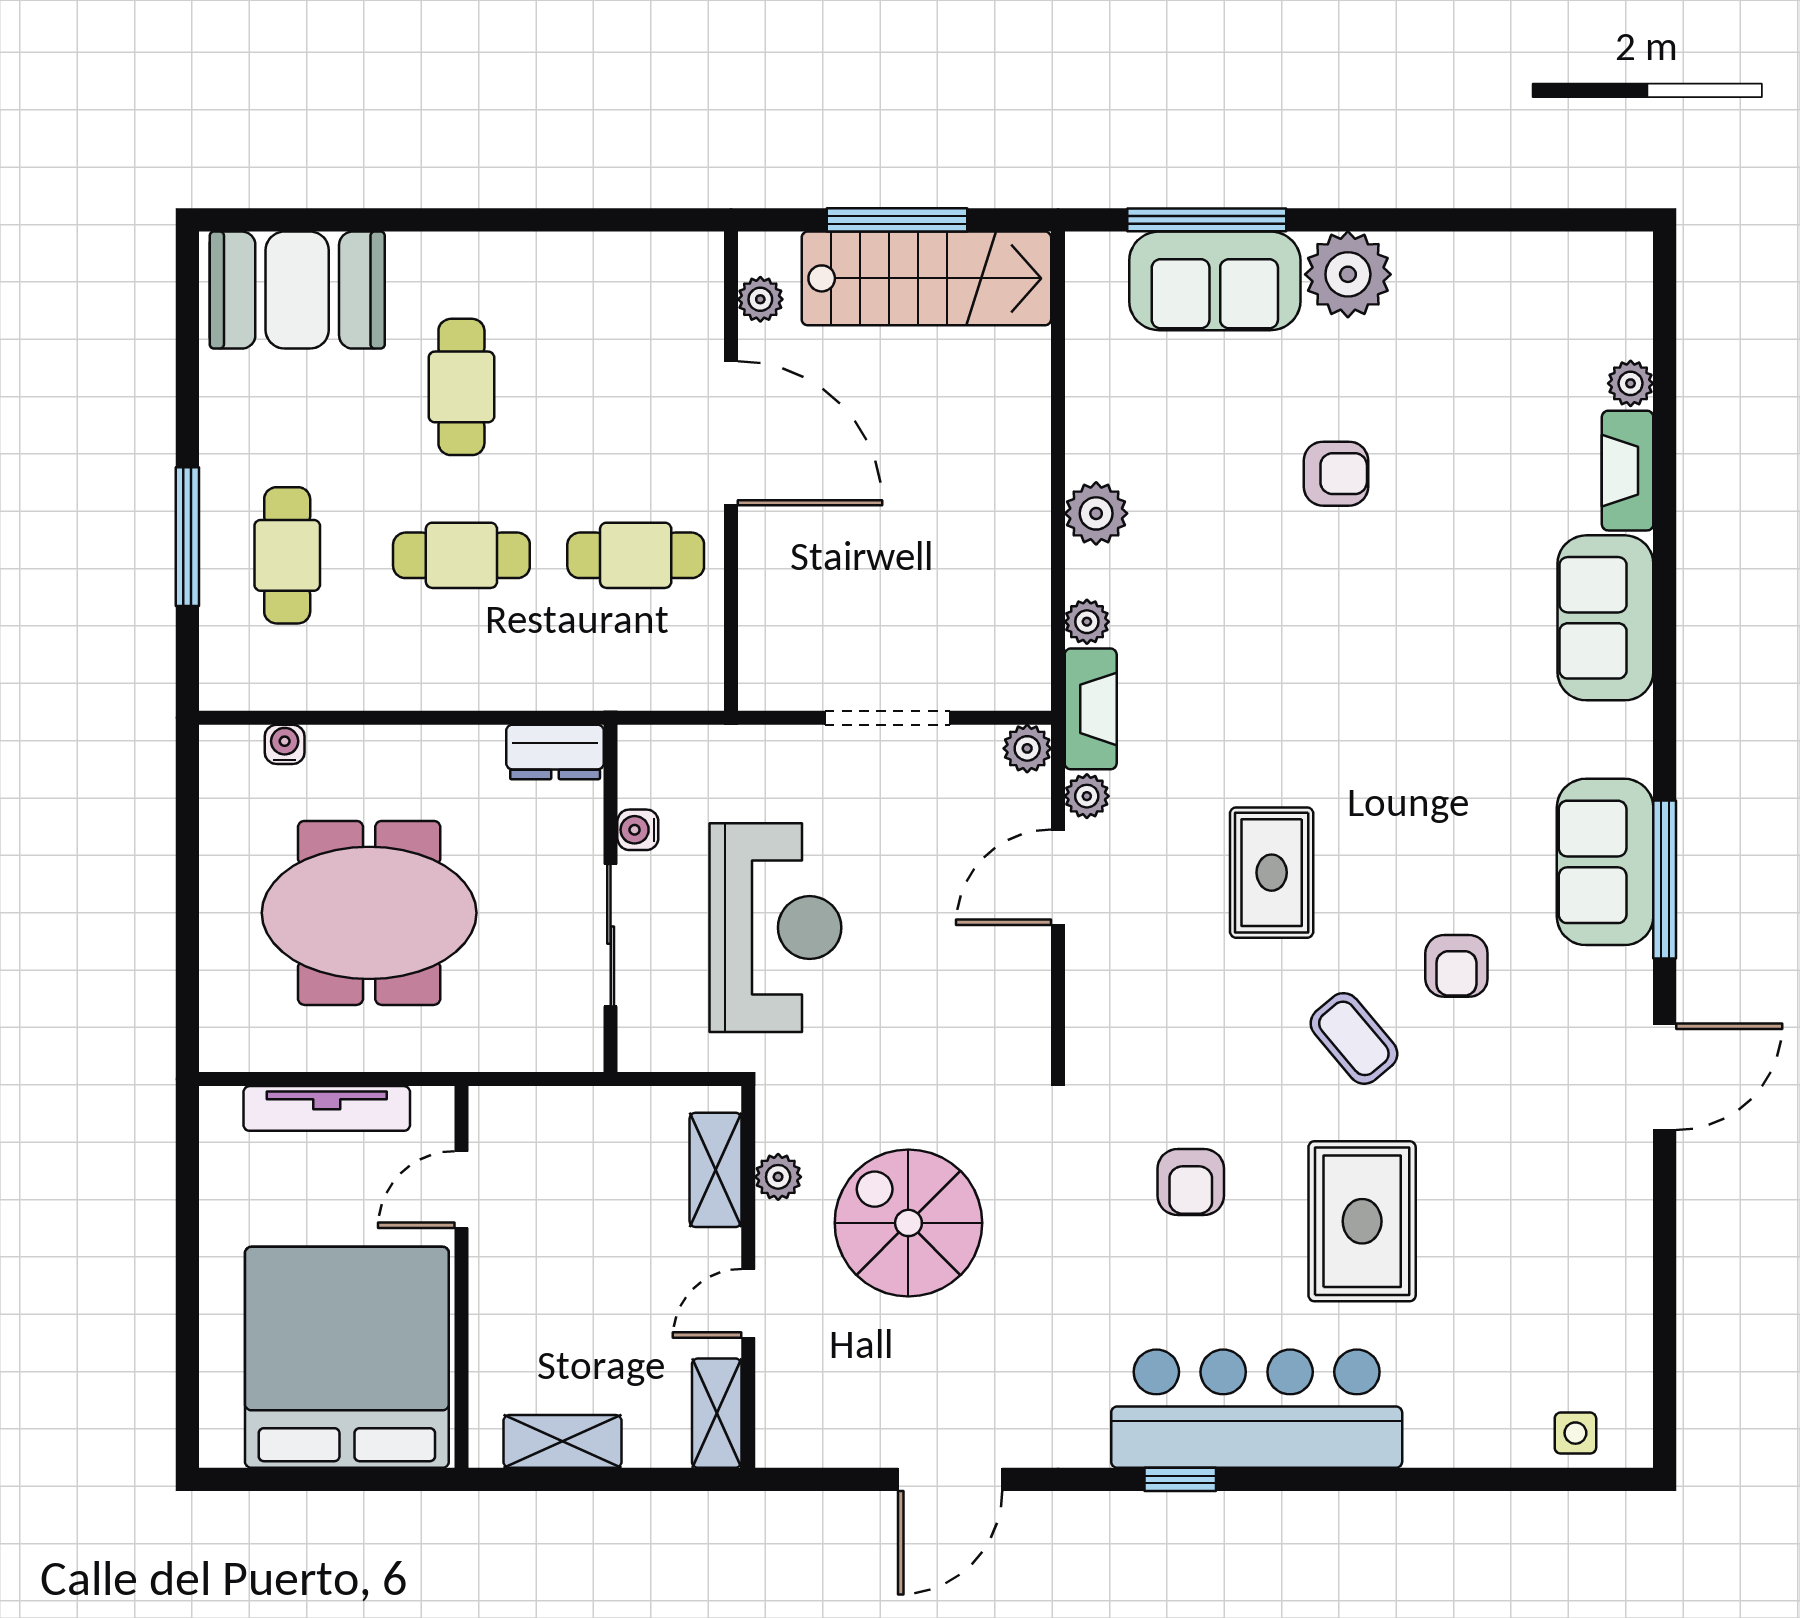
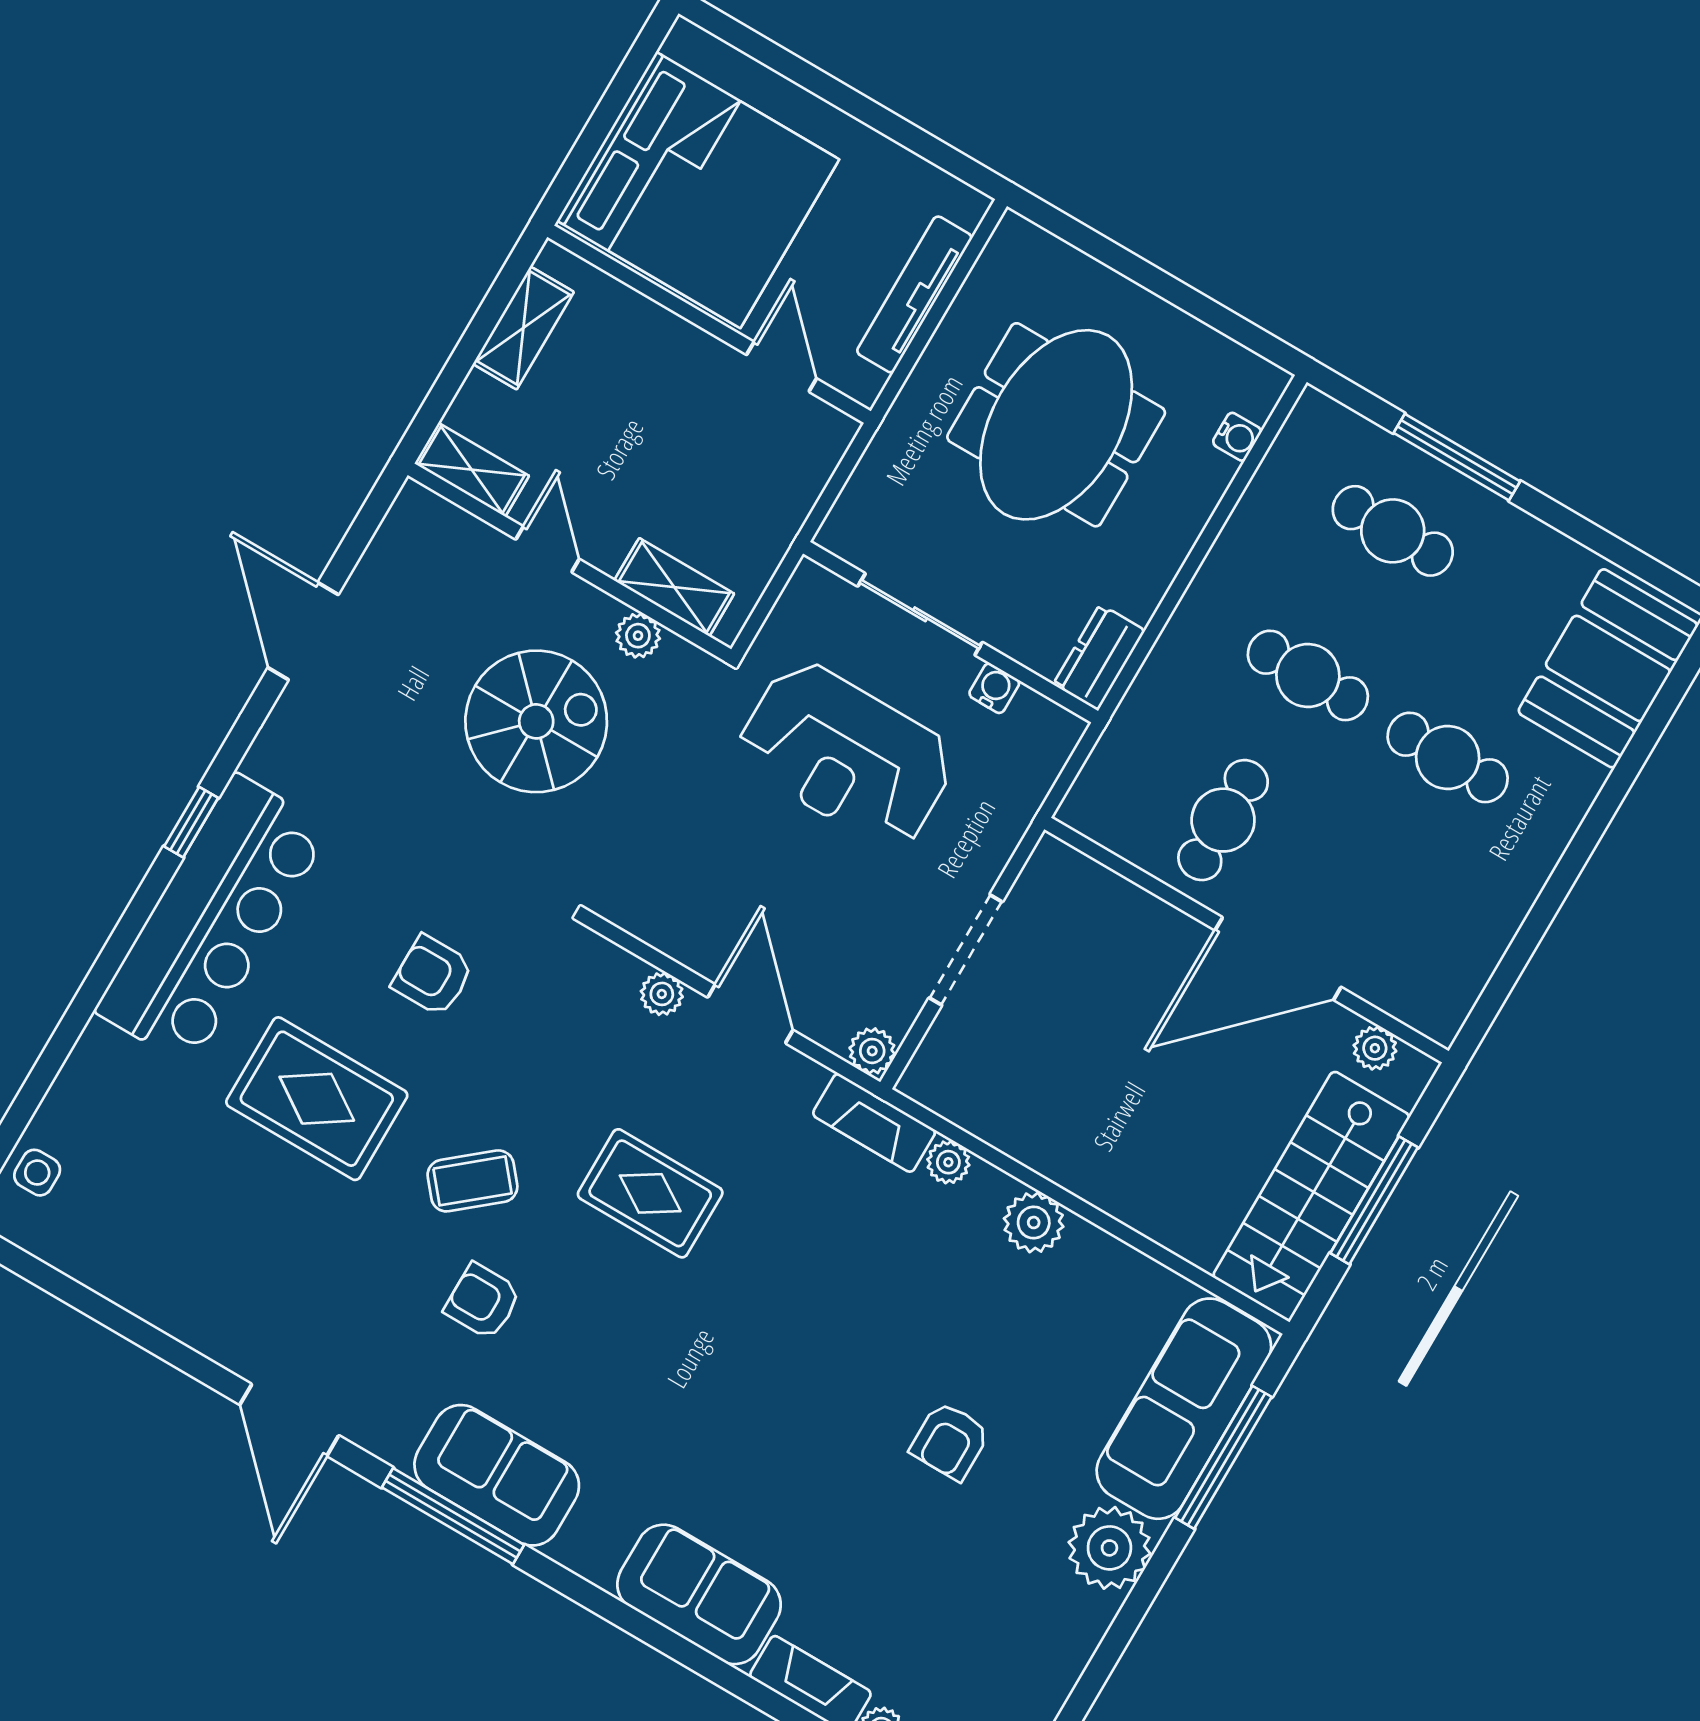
sofa: (1215, 281) -> (1184, 1409), width x1.36
cafe table: (461, 555) -> (1308, 675), turned 90
plant: (1087, 796) -> (662, 994), moved

